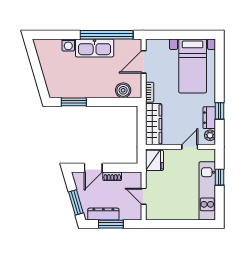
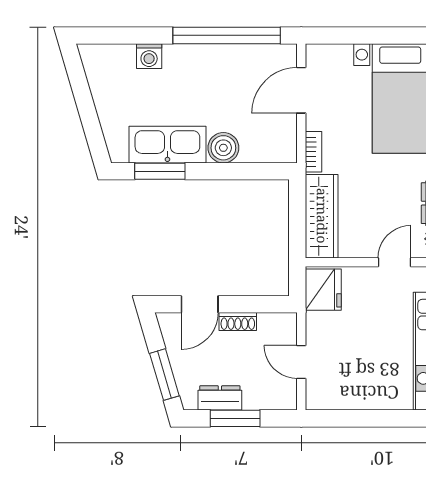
kitchen sink: (95, 48) -> (167, 145), moved, turned 180
boiler: (123, 90) -> (223, 148), moved
dresser: (103, 214) -> (220, 398), width x0.70

